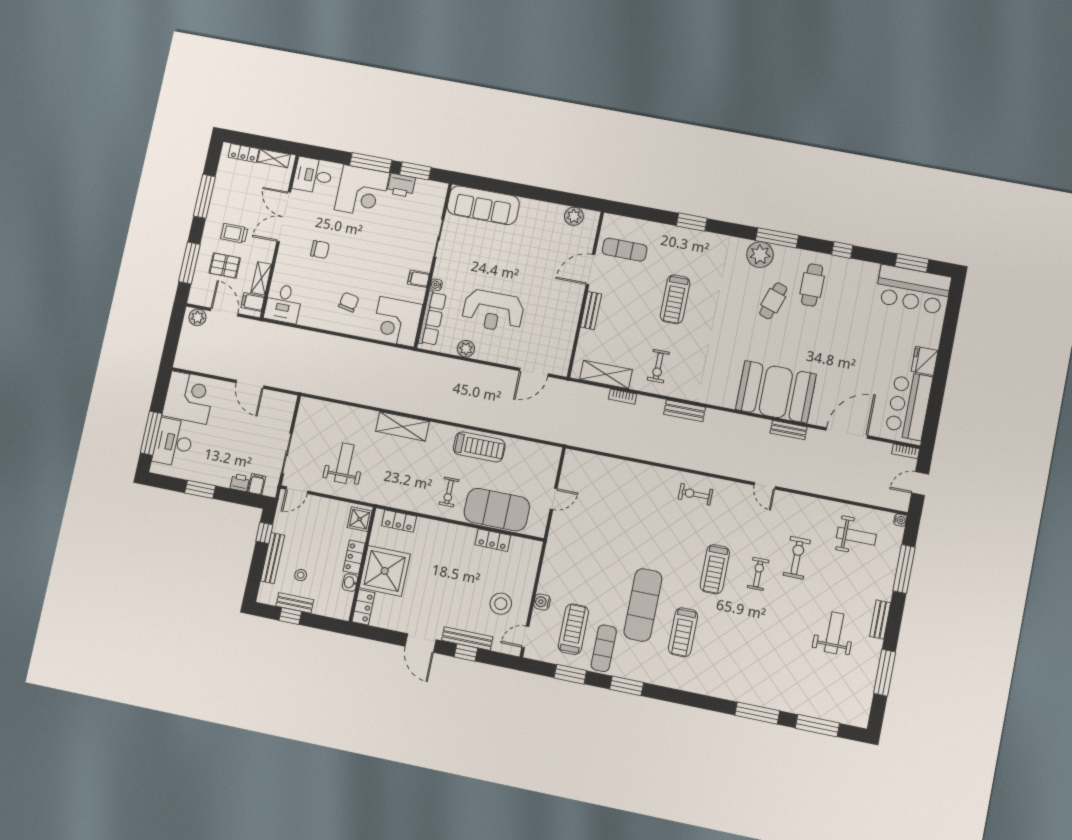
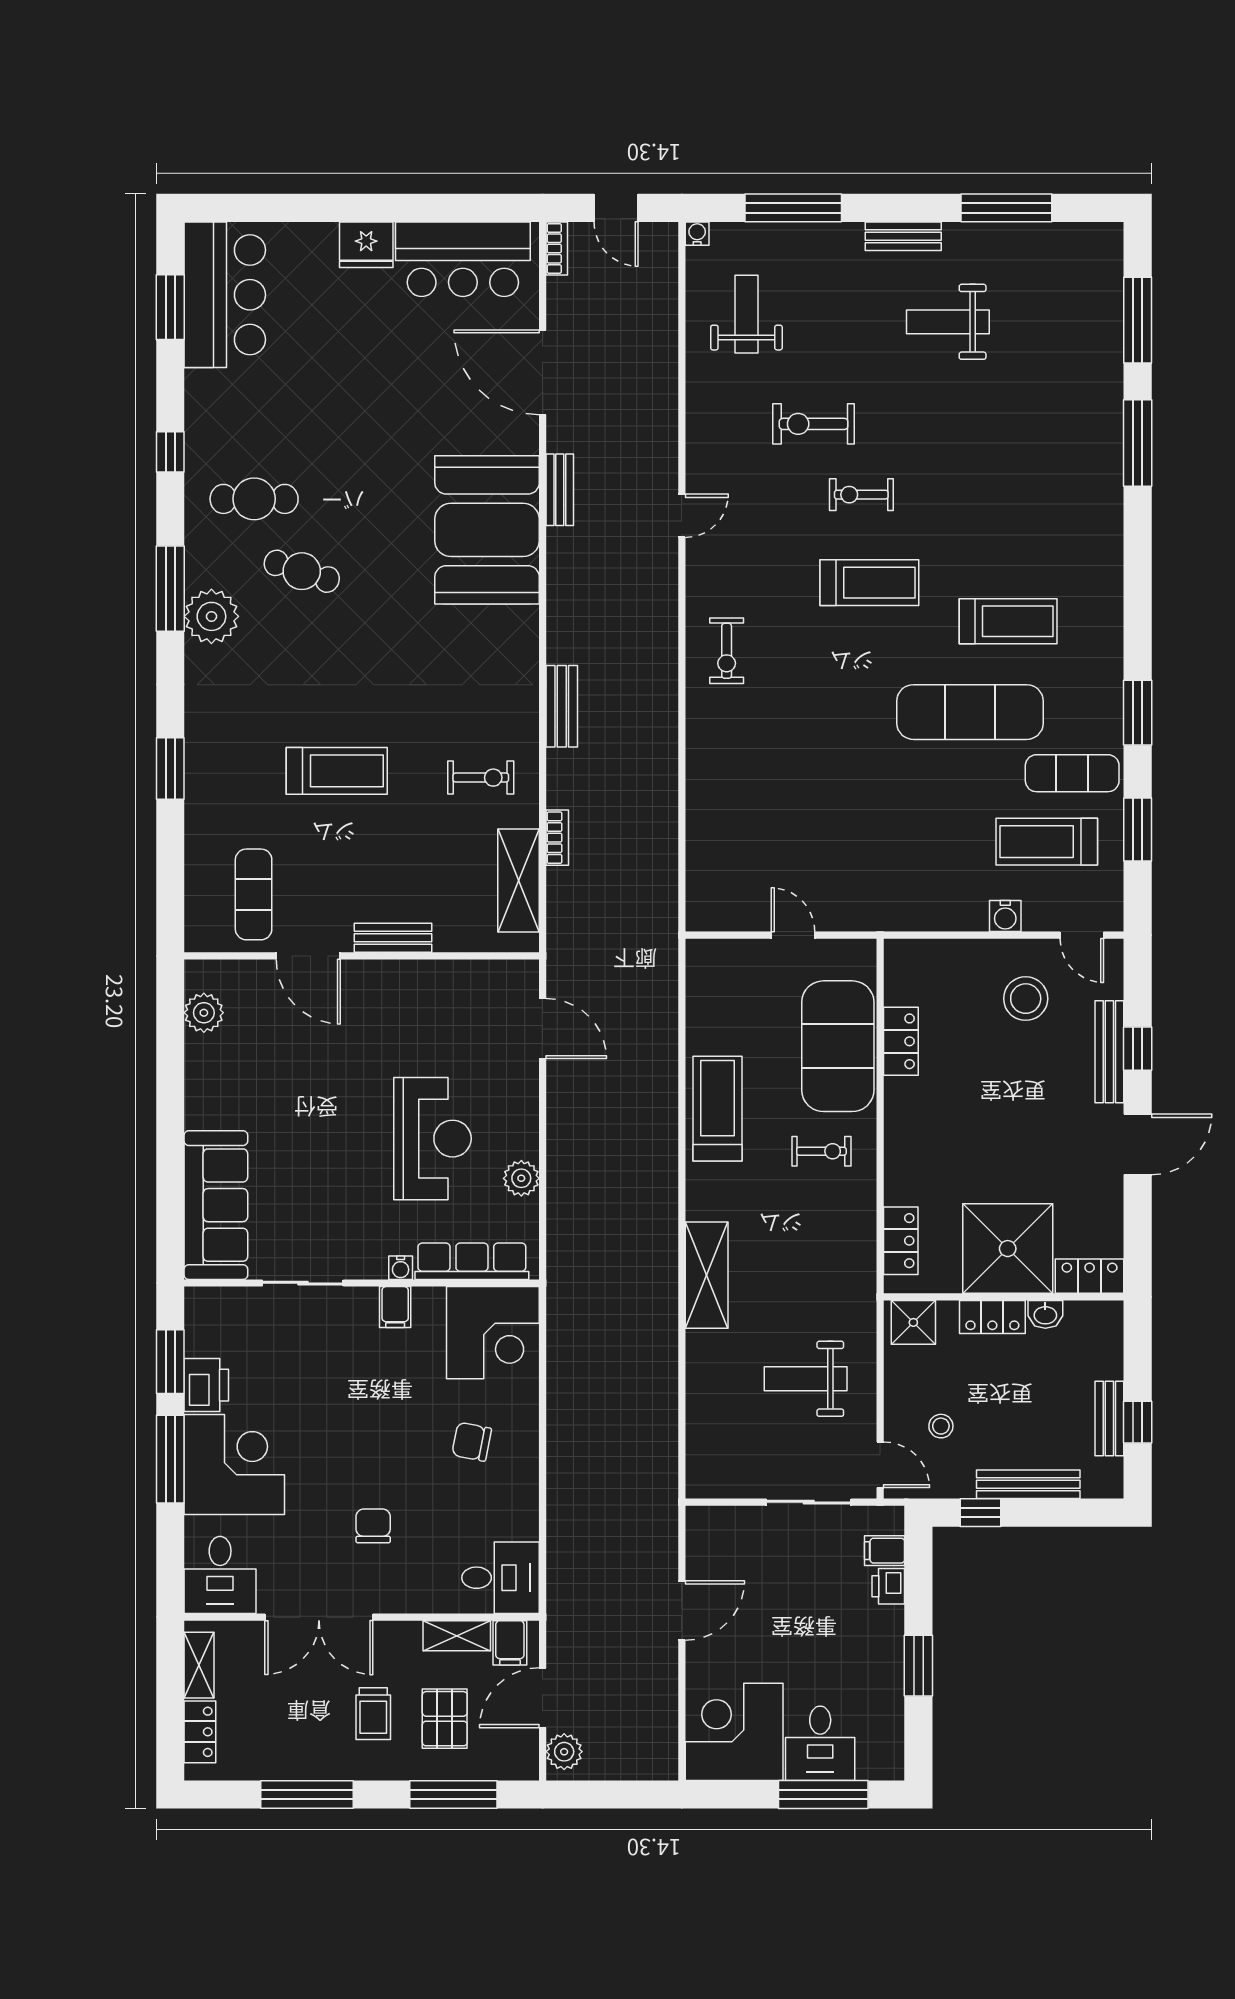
desk: (173, 442) -> (820, 1743), width x0.73
stool: (301, 575) -> (941, 1426), moved

